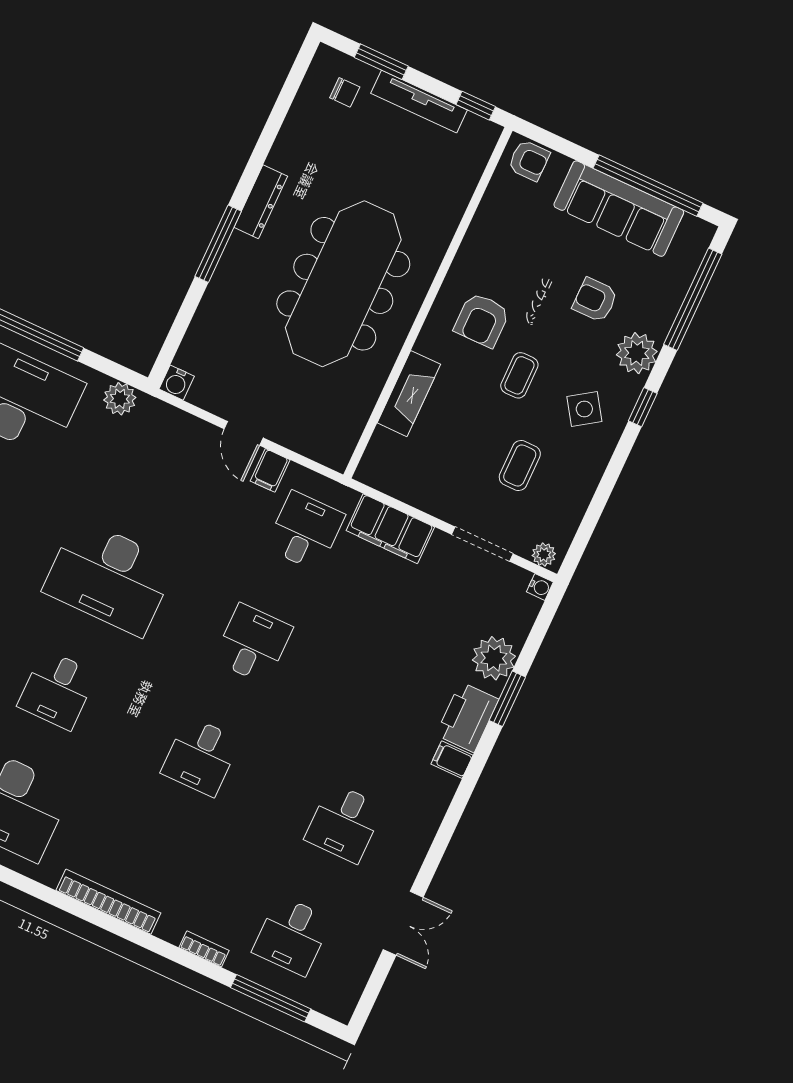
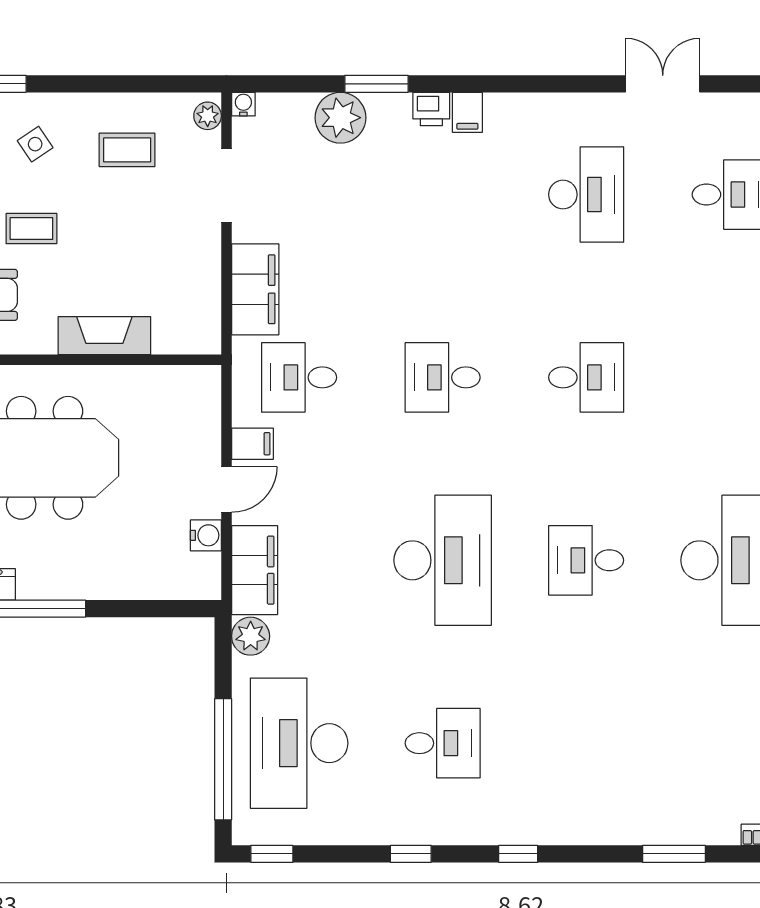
water cooler: (177, 383) -> (206, 535), moved
side table: (584, 409) -> (35, 144), width x0.73, depth x0.73
filing cabinet: (170, 426) -> (255, 570), added
coffee table: (520, 465) -> (127, 150), moved
desk: (57, 690) -> (586, 560), turned 180
printer: (467, 717) -> (431, 109), width x0.53, depth x0.68
desk: (344, 823) -> (586, 195), width x1.37

